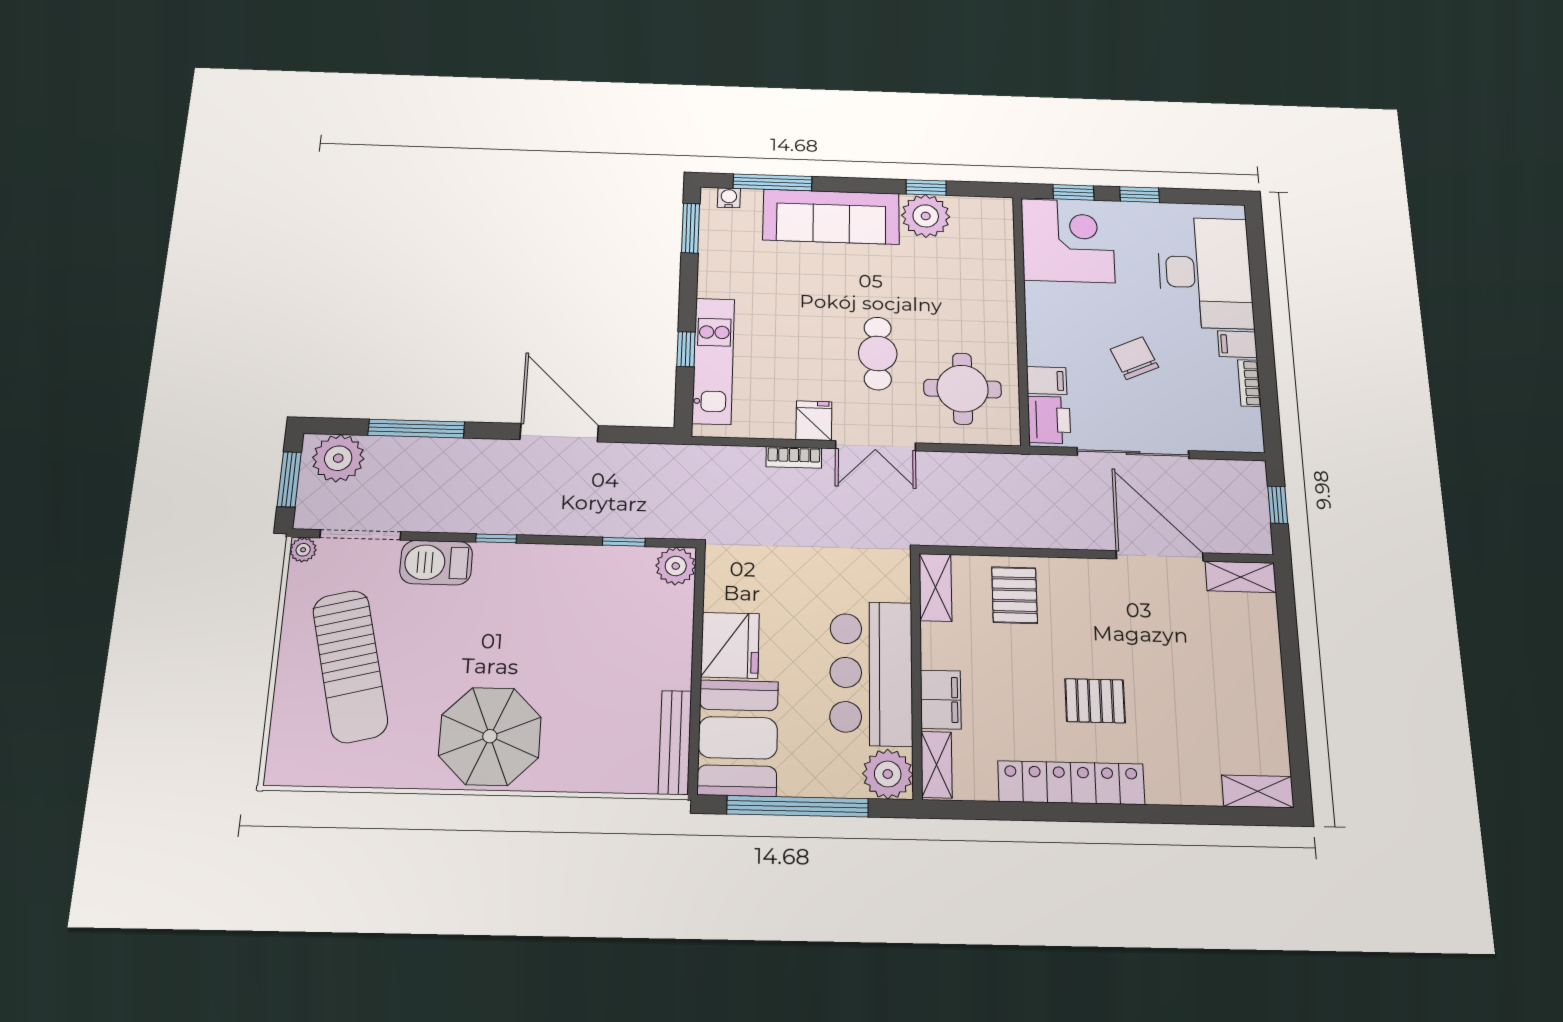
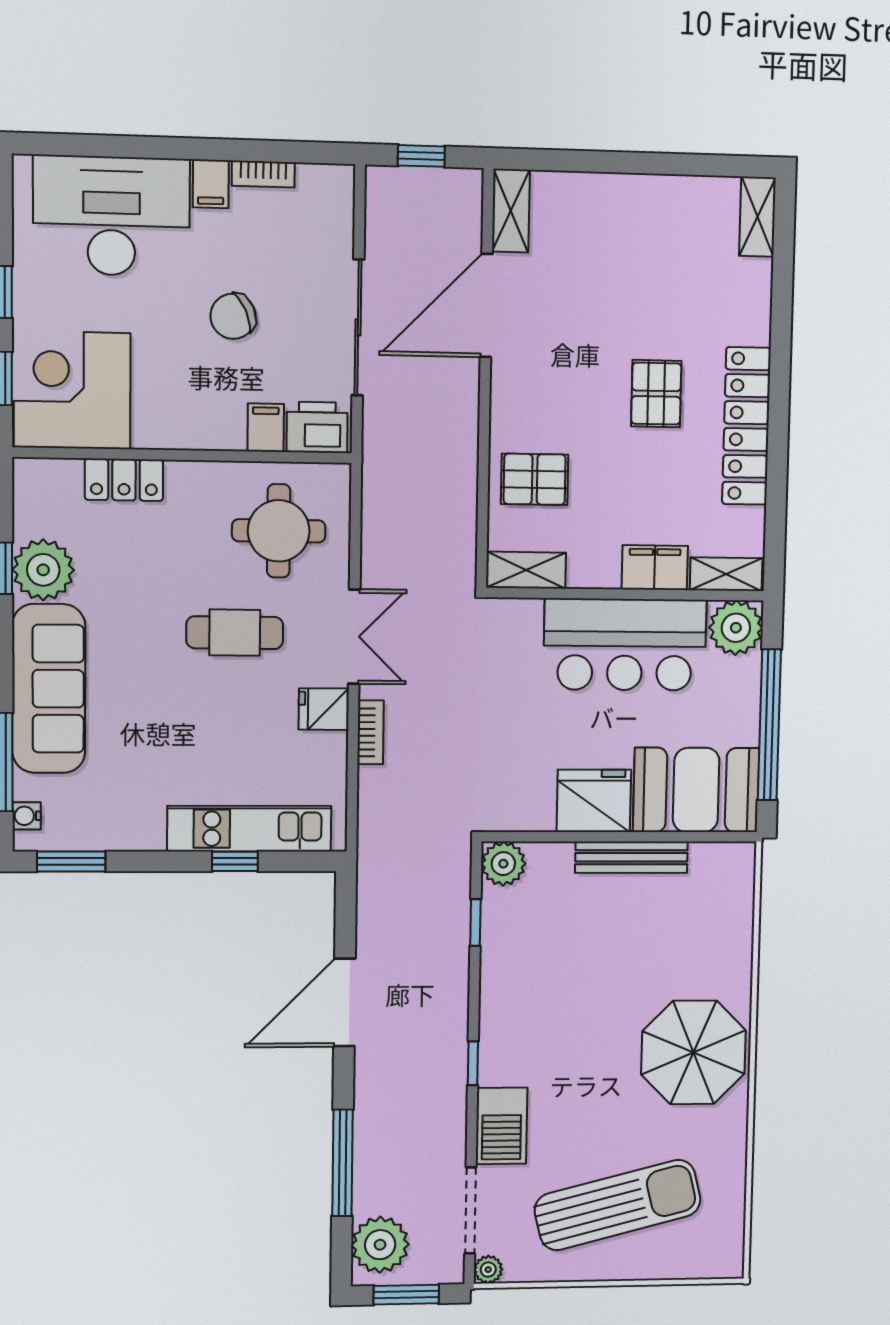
locker: (999, 275) -> (124, 480), added
bench: (675, 742) -> (631, 857), moved

